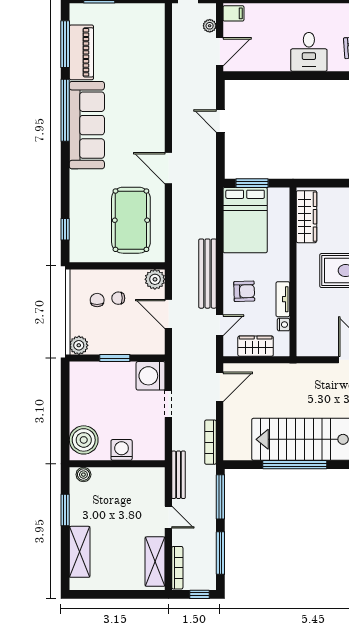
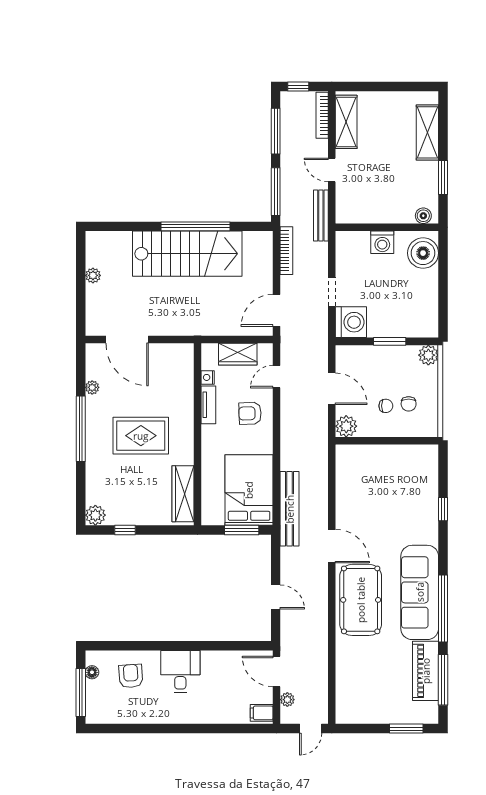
door: (220, 52) -> (277, 671), hinge flipped
pool table: (131, 220) -> (361, 600), moved
window: (65, 229) -> (443, 509), moved
bench: (208, 274) -> (290, 509), moved

